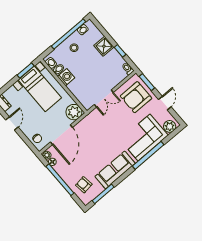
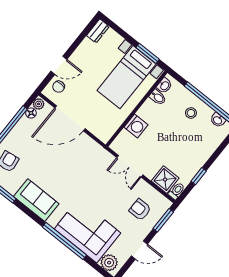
shower: (104, 46) -> (165, 180), moved
washing machine: (66, 77) -> (136, 126), moved
armchair: (136, 97) -> (140, 210), width x0.53, depth x0.53
plant: (74, 112) -> (104, 129), removed
door: (12, 123) -> (59, 65), moved
sofa: (115, 170) -> (36, 200), width x0.73

